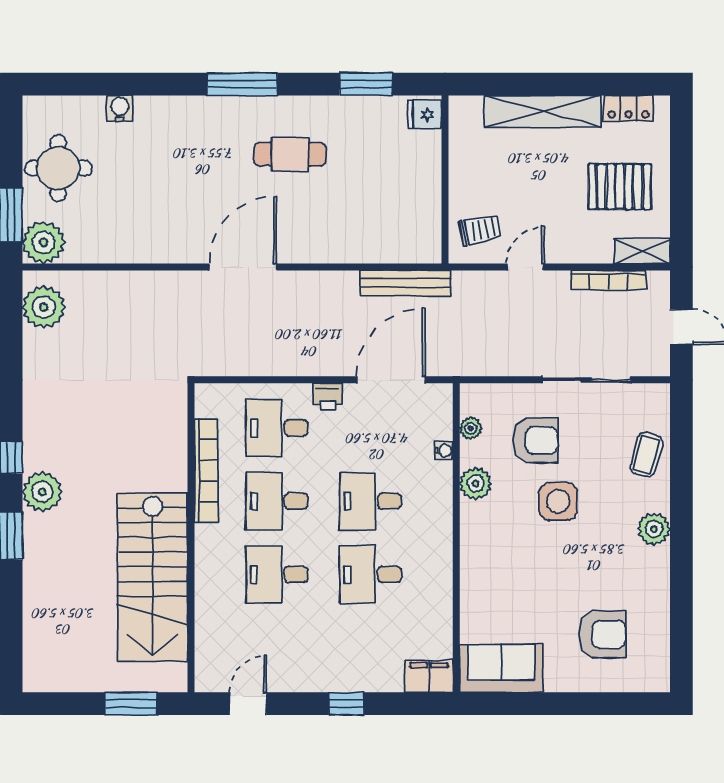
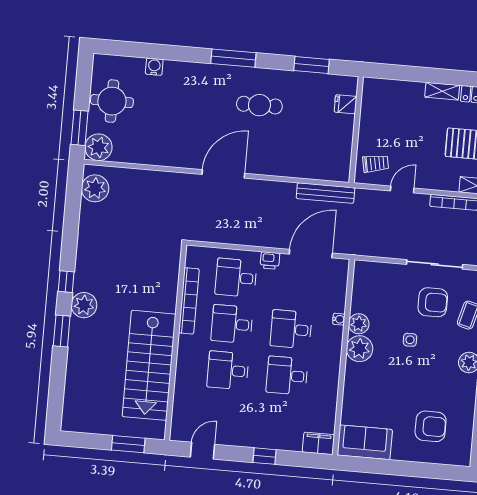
shelving: (543, 111) -> (442, 91), width x0.45, depth x0.75
fridge: (425, 115) -> (346, 104), moved
plant: (471, 428) -> (360, 349), moved, width x1.88, depth x1.88
armchair: (535, 440) -> (433, 302), moved
water cooler: (444, 451) -> (339, 319), moved
side table: (558, 501) -> (410, 340), width x0.54, depth x0.54

